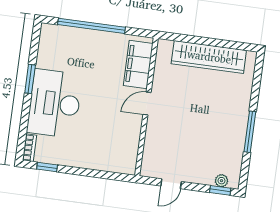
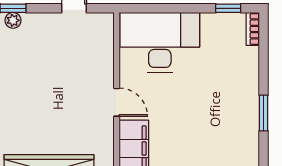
desk: (55, 104) -> (160, 42), moved, turned -90
door: (147, 104) -> (117, 102), hinge flipped

